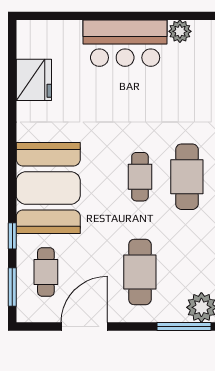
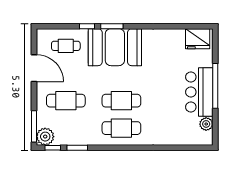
window: (114, 16) -> (215, 86), added
fridge: (34, 80) -> (198, 39), moved
cafe table: (140, 177) -> (121, 101), width x1.37, depth x1.35
window: (12, 287) -> (112, 26), moved

